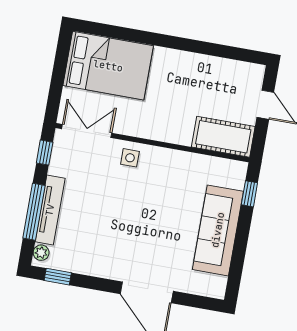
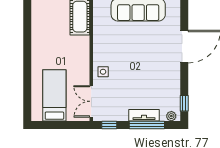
bed: (108, 66) -> (54, 95), width x0.67
tv unit: (50, 210) -> (144, 115), width x0.71

